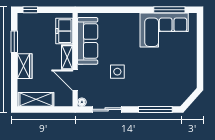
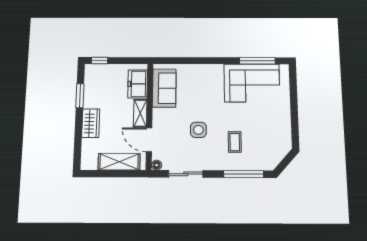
sofa: (88, 41) -> (164, 88), width x0.73
coffee table: (148, 82) -> (235, 142), added
shelving: (36, 99) -> (119, 162), moved

